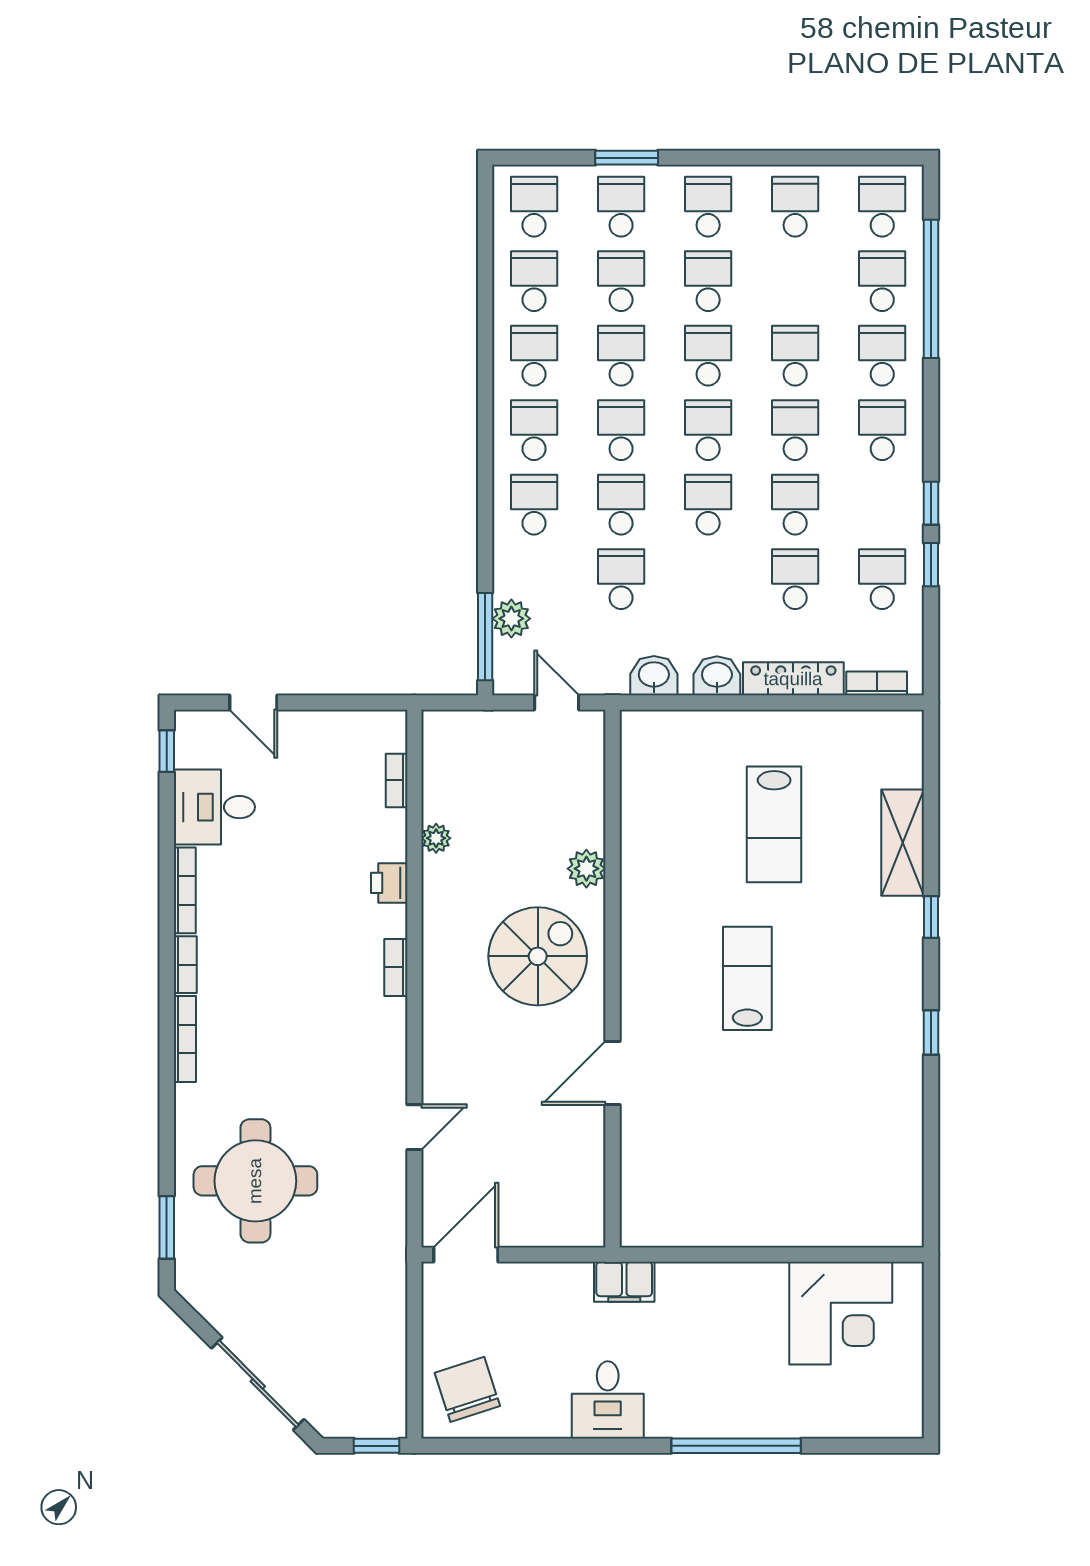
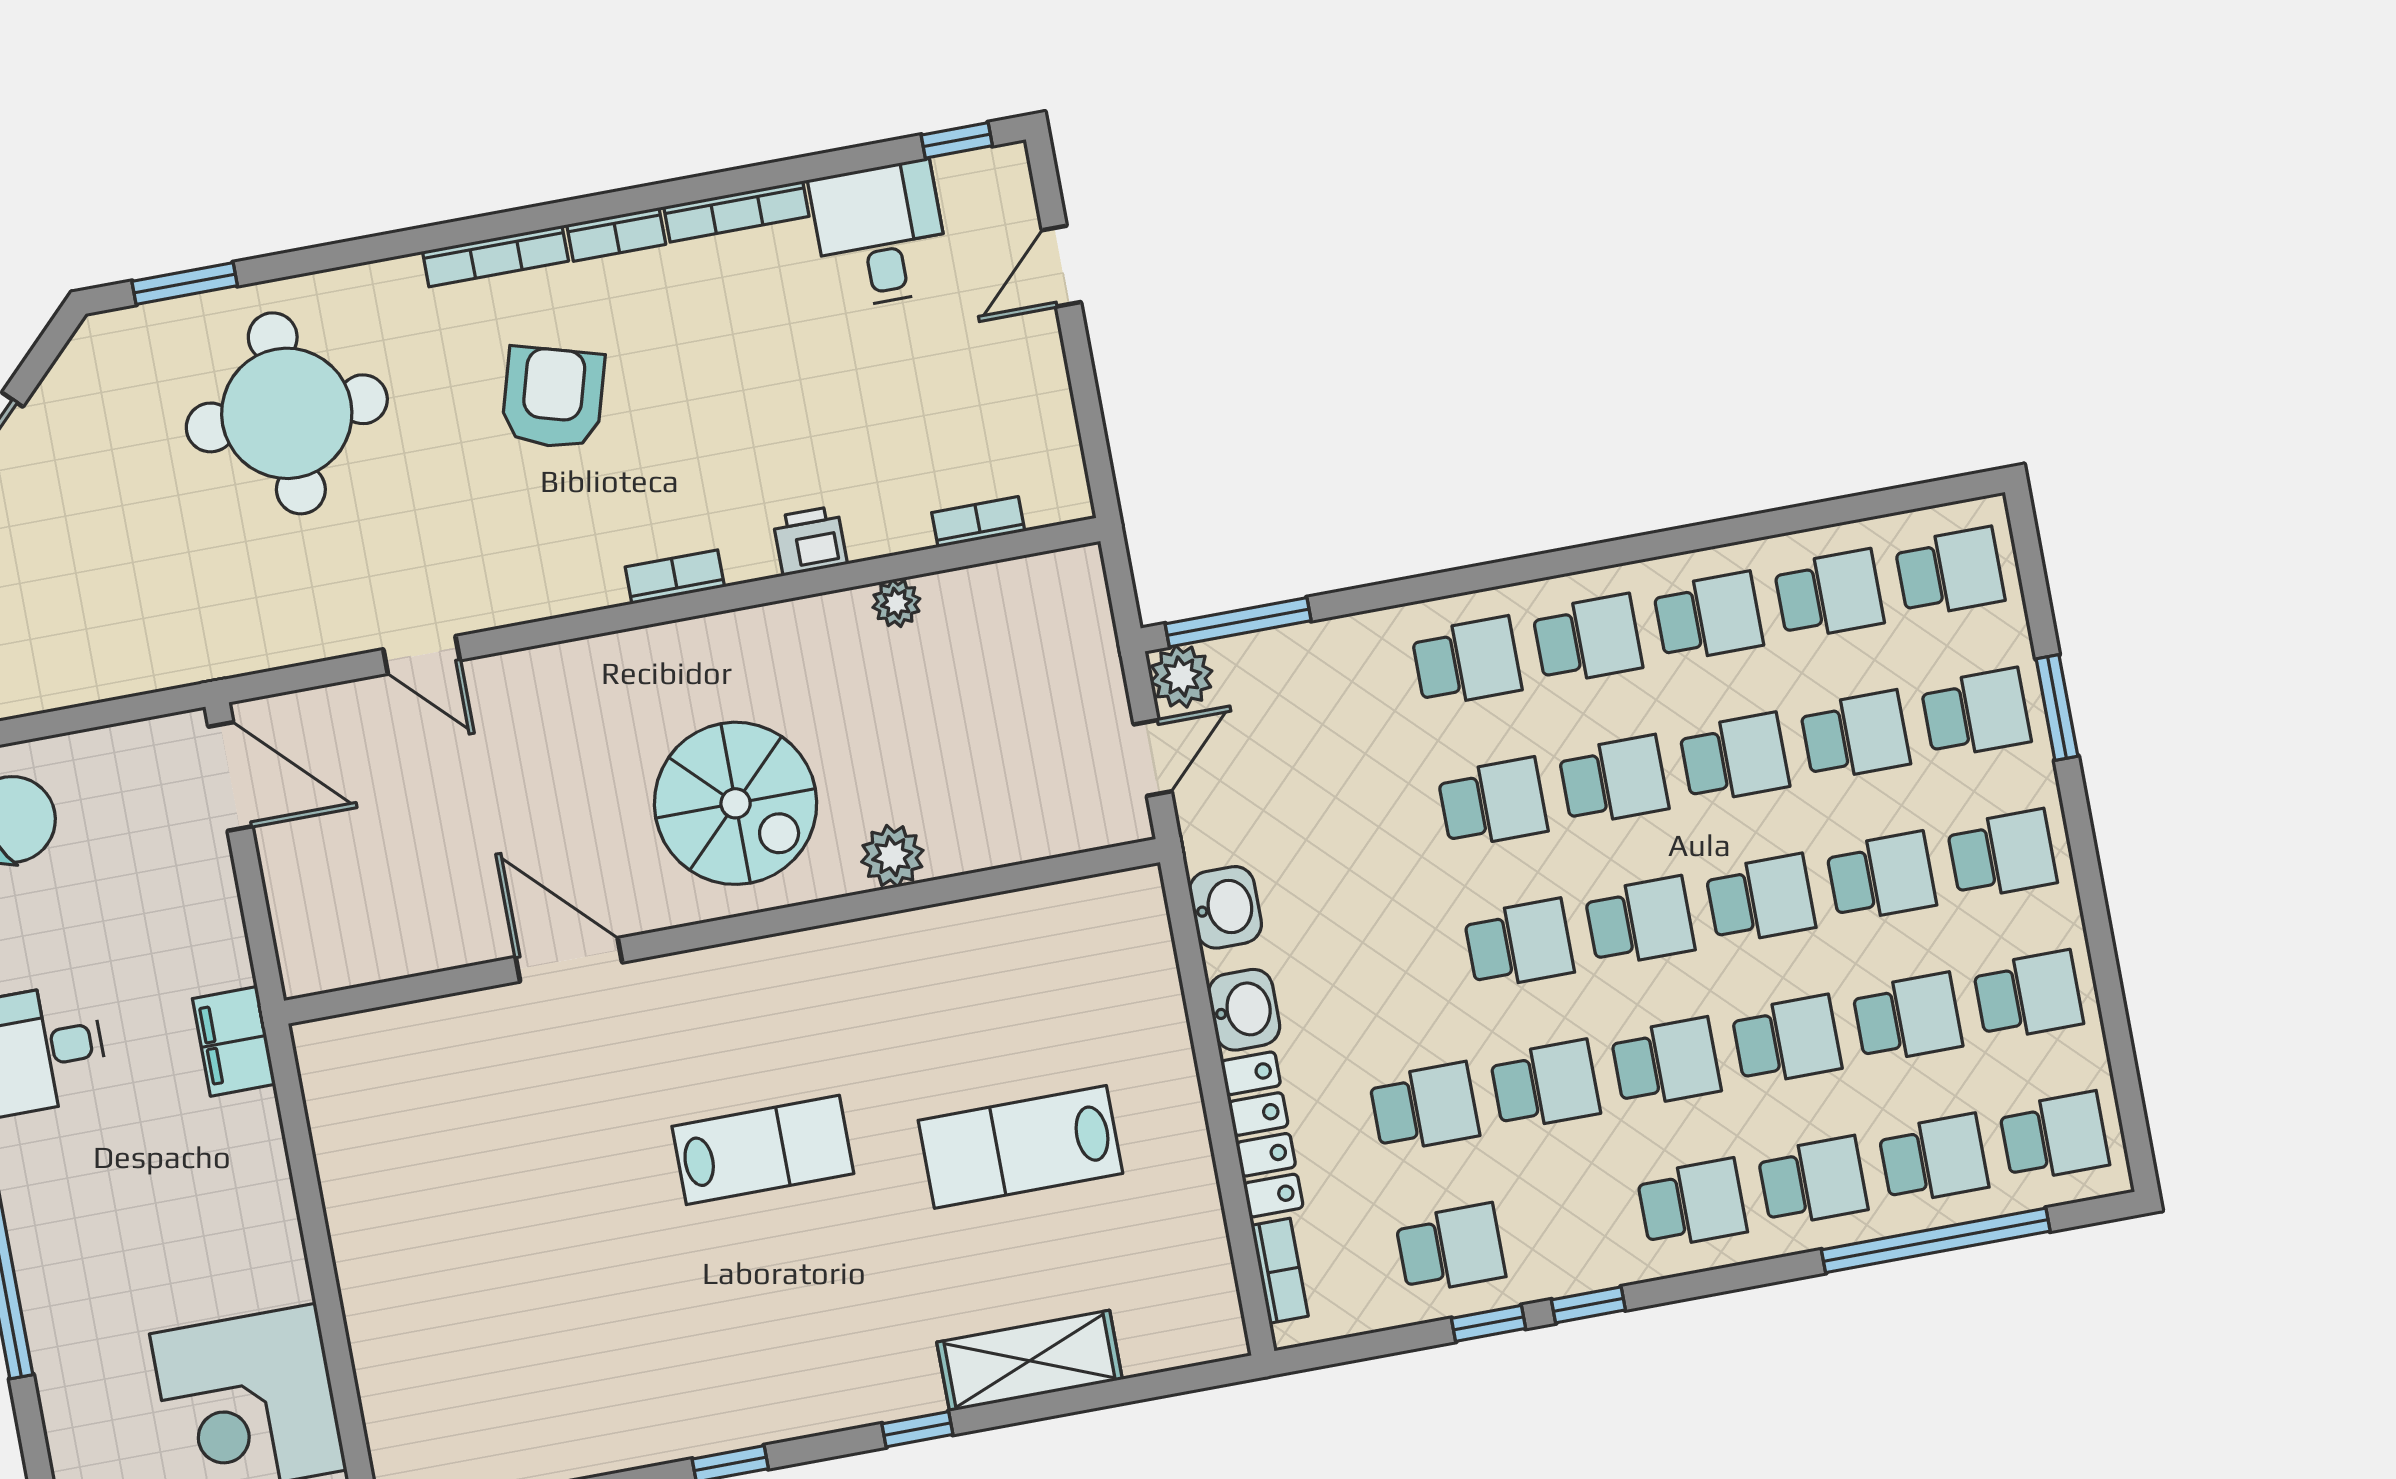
school desk: (621, 579) -> (1907, 1018), moved
plant: (511, 619) -> (1181, 676), moved
armchair: (276, 1020) -> (553, 398), added

